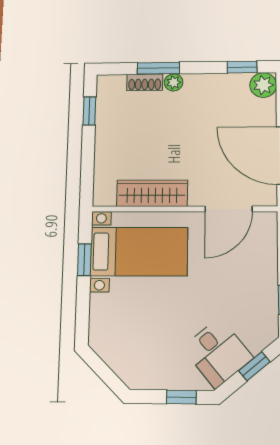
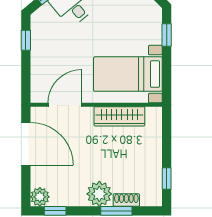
plant: (174, 82) -> (99, 194), width x1.88, depth x1.88
window: (84, 260) -> (167, 35), moved

